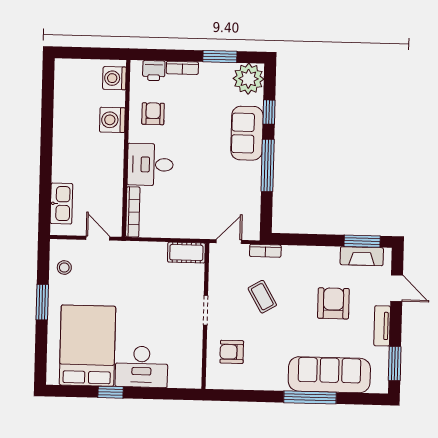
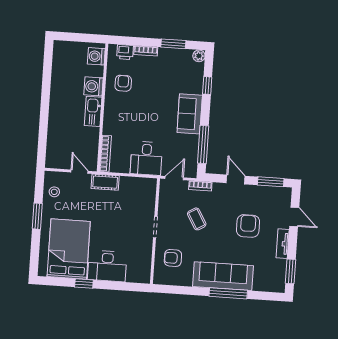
plant: (248, 79) -> (199, 56), width x0.53, depth x0.53
sofa: (247, 133) -> (190, 114), moved
desk: (150, 165) -> (146, 158), moved, turned -90
window: (268, 165) -> (203, 144), moved
kitchen sink: (61, 204) -> (93, 111), moved, turned 180
door: (314, 240) -> (236, 179), added
cot: (186, 253) -> (105, 182), moved
fireplace: (362, 256) -> (270, 193), removed
sofa: (329, 375) -> (223, 276), moved

